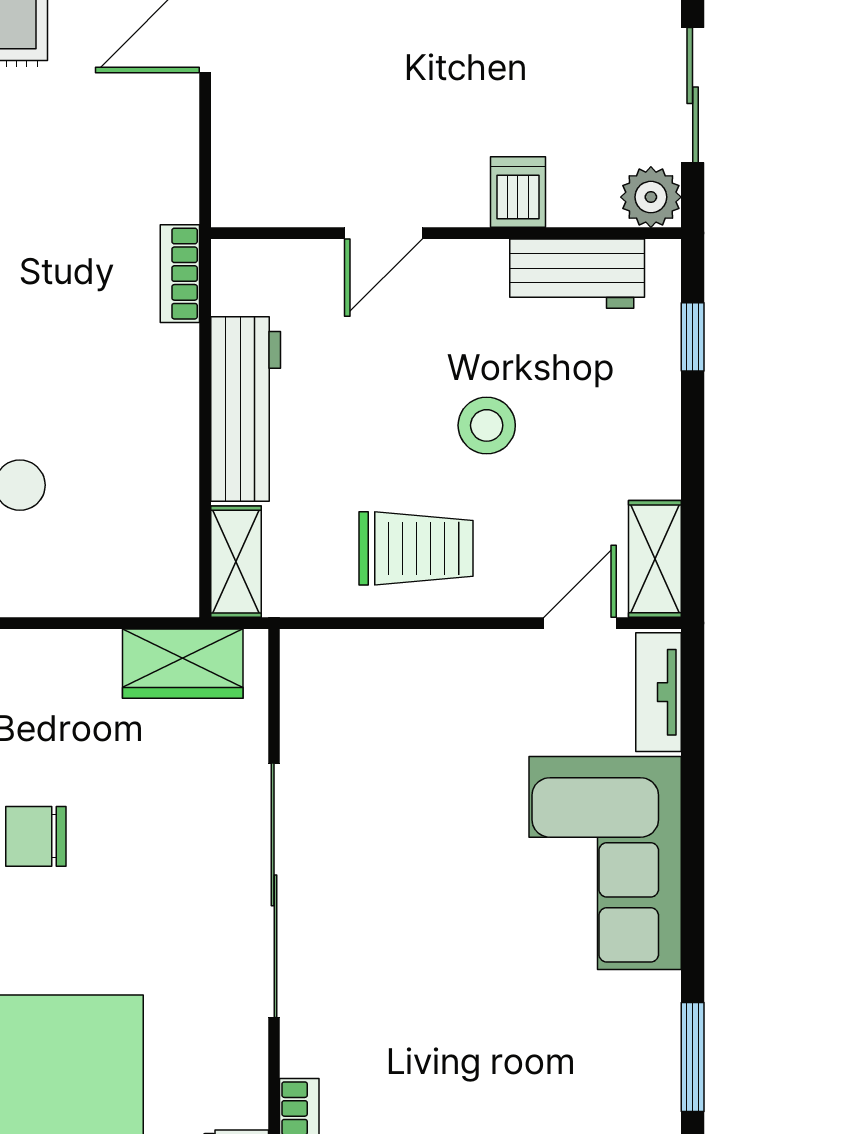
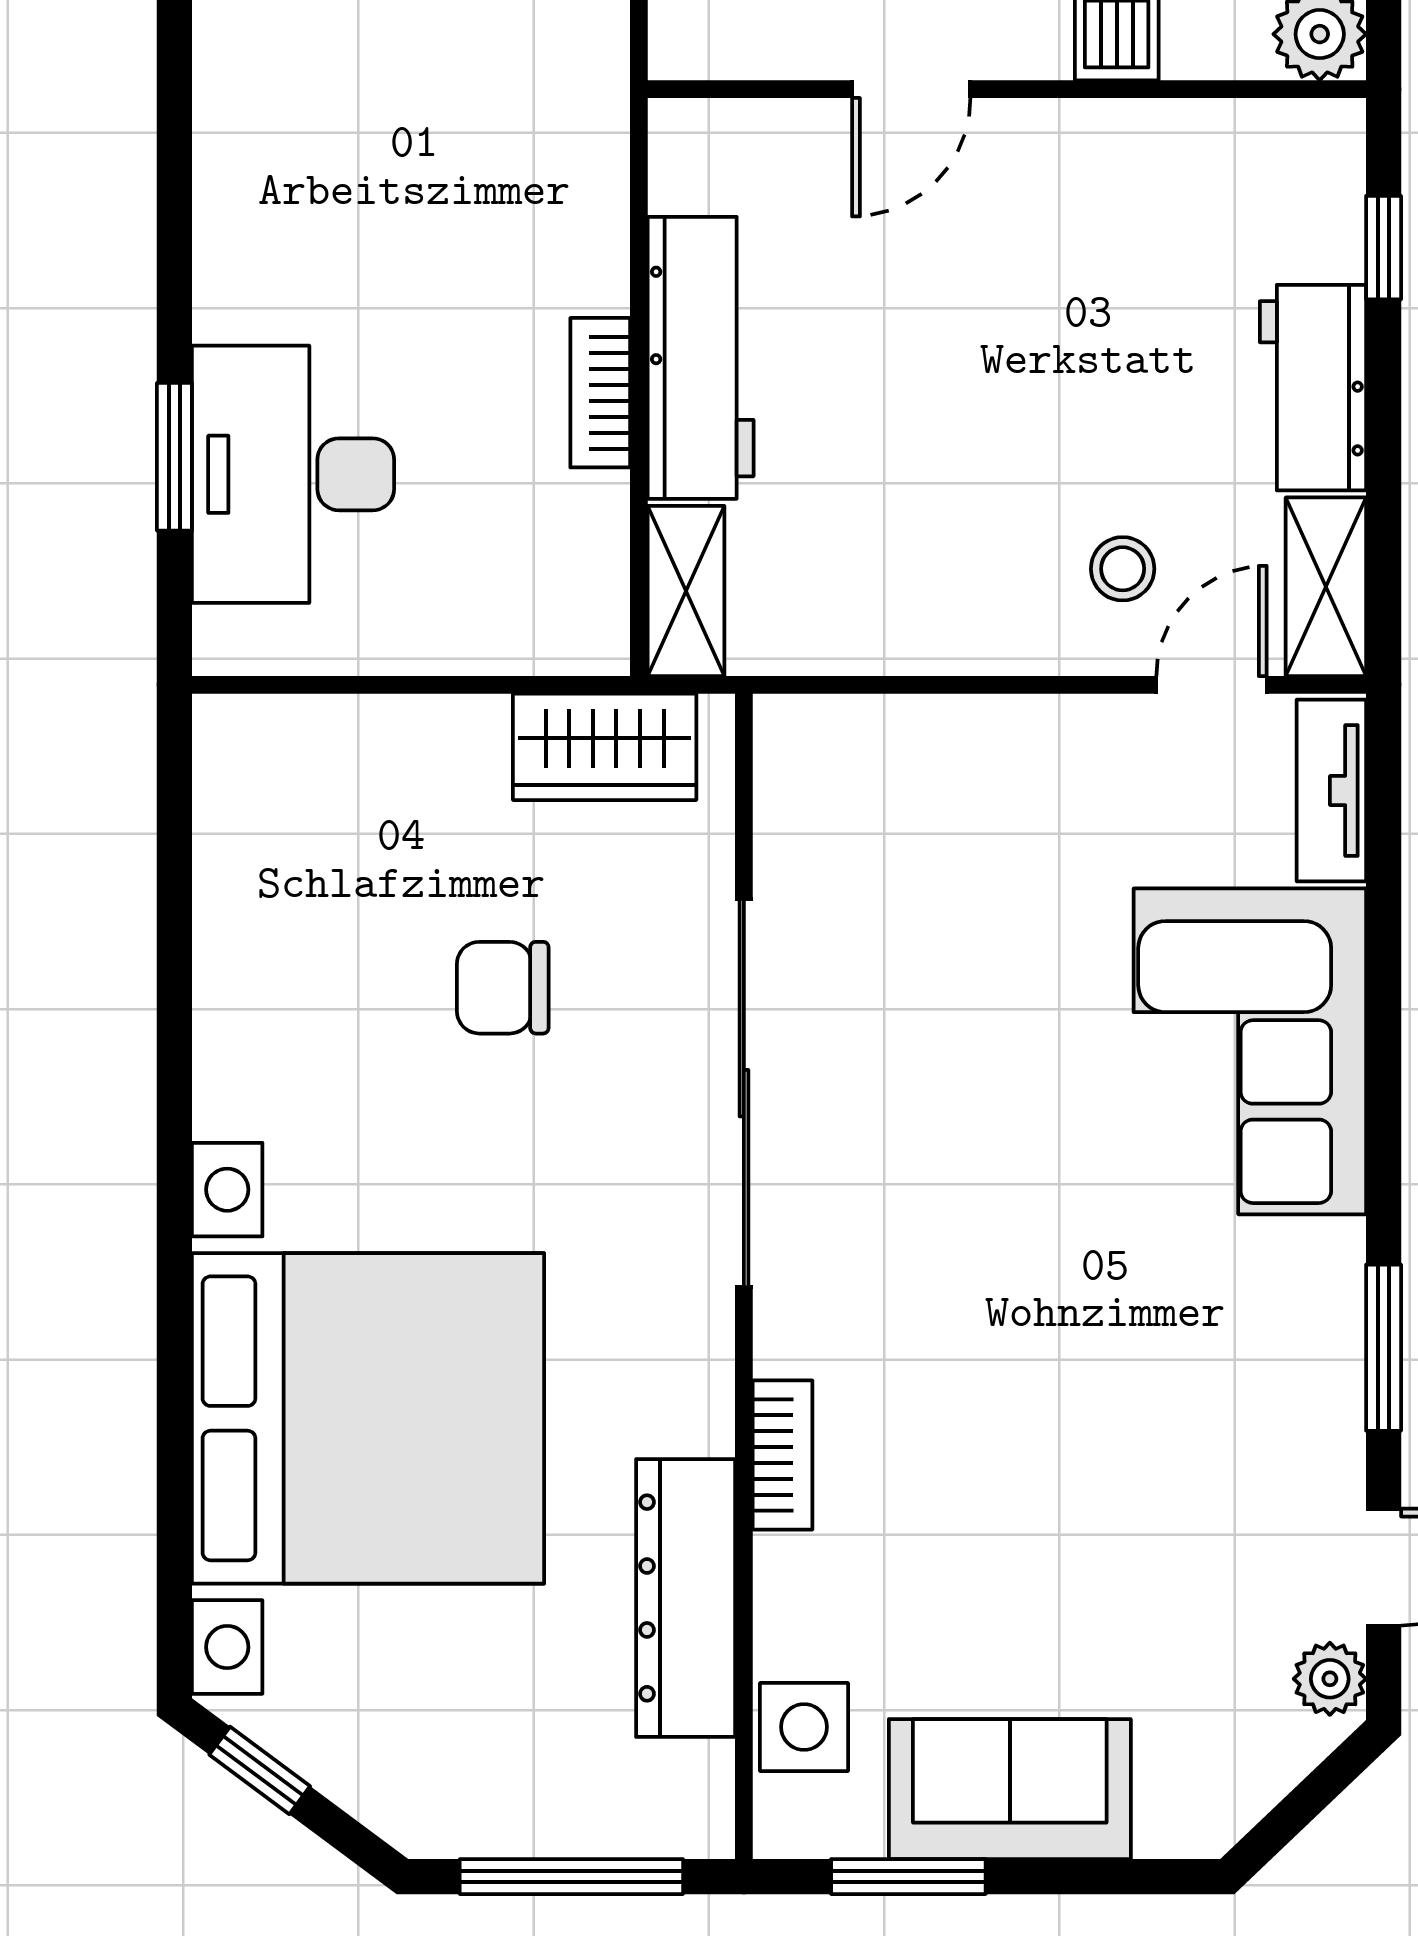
bookcase: (180, 274) -> (600, 393), moved
workbench: (577, 274) -> (1313, 388), moved, turned 90
stool: (487, 425) -> (1123, 569), moved, width x0.73, depth x0.73
trolley: (416, 548) -> (961, 571), removed
chair: (36, 836) -> (503, 988), moved

